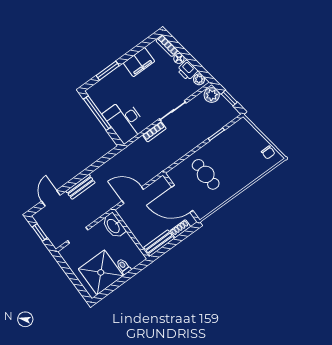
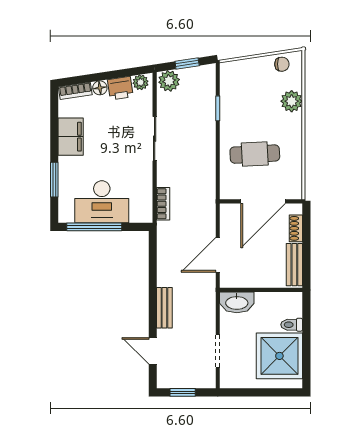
desk: (125, 121) -> (102, 202), moved
bookcase: (154, 132) -> (163, 204), moved
plant: (251, 173) -> (292, 101), added

